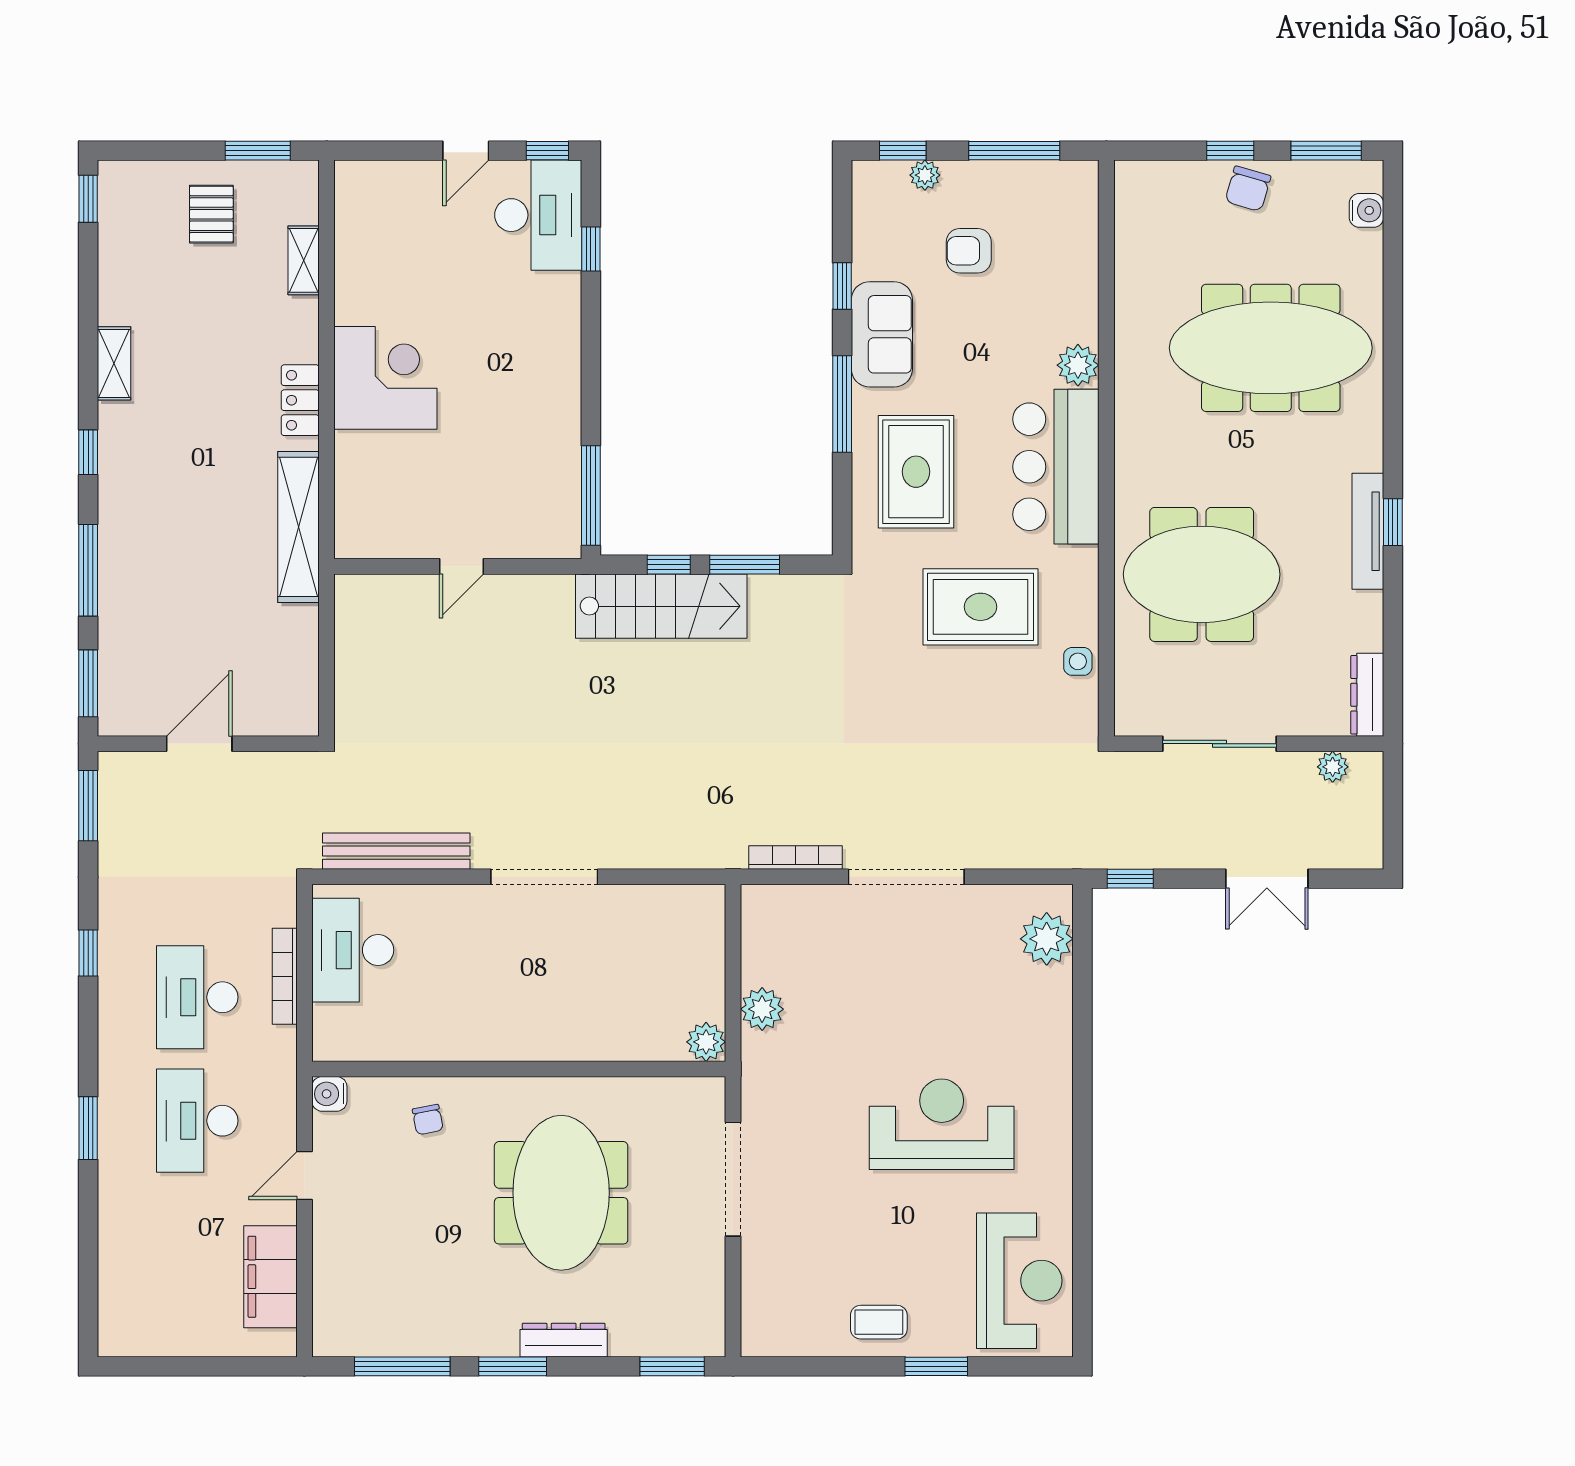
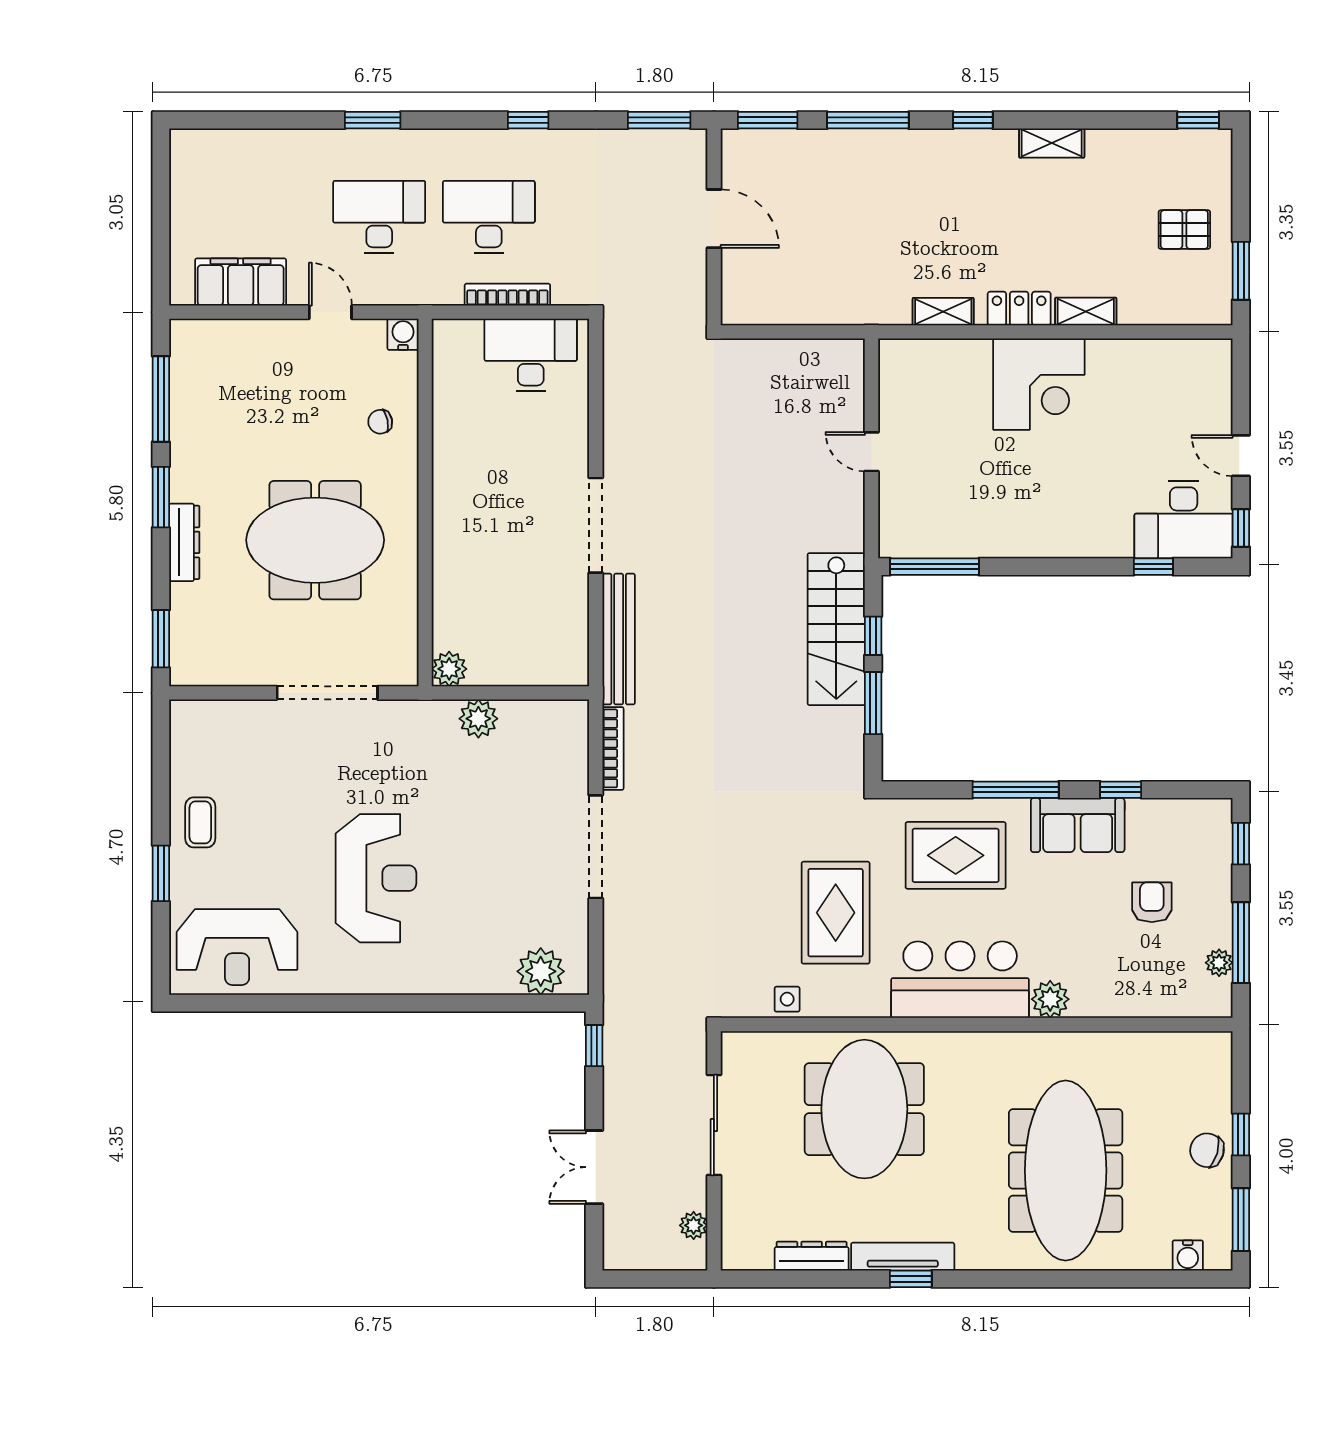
plant: (925, 175) -> (1219, 963), moved
shelving: (304, 260) -> (1086, 311), moved
shelving: (299, 527) -> (943, 312), width x0.45, depth x0.75
dresser: (1367, 695) -> (812, 1256), moved
bench: (396, 851) -> (619, 639), moved

